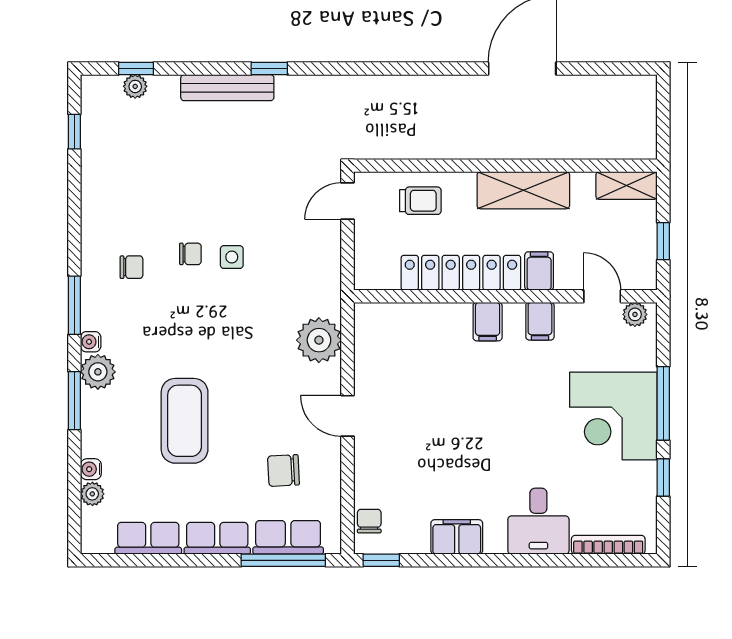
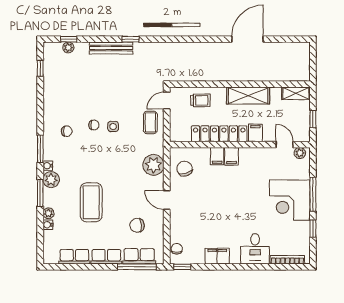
coffee table: (312, 248) -> (150, 122), added
filing cabinet: (540, 321) -> (217, 156), moved
chair: (386, 348) -> (185, 169), added
plant: (92, 494) -> (48, 213), moved

